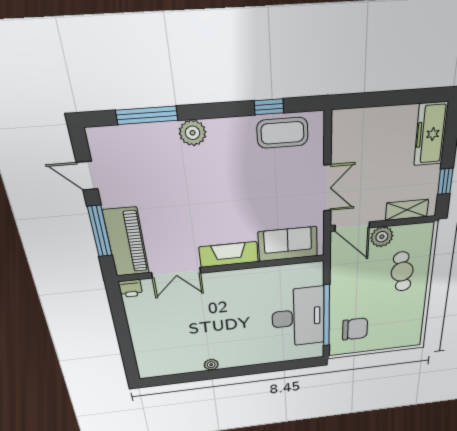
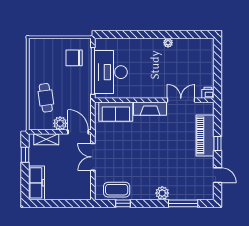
window: (100, 231) -> (218, 144), width x0.46
sofa: (288, 244) -> (116, 112), moved
fireplace: (229, 254) -> (150, 109), moved
wall: (223, 268) -> (154, 100), moved
double door: (176, 273) -> (181, 100), moved
printer: (130, 288) -> (208, 93), moved

